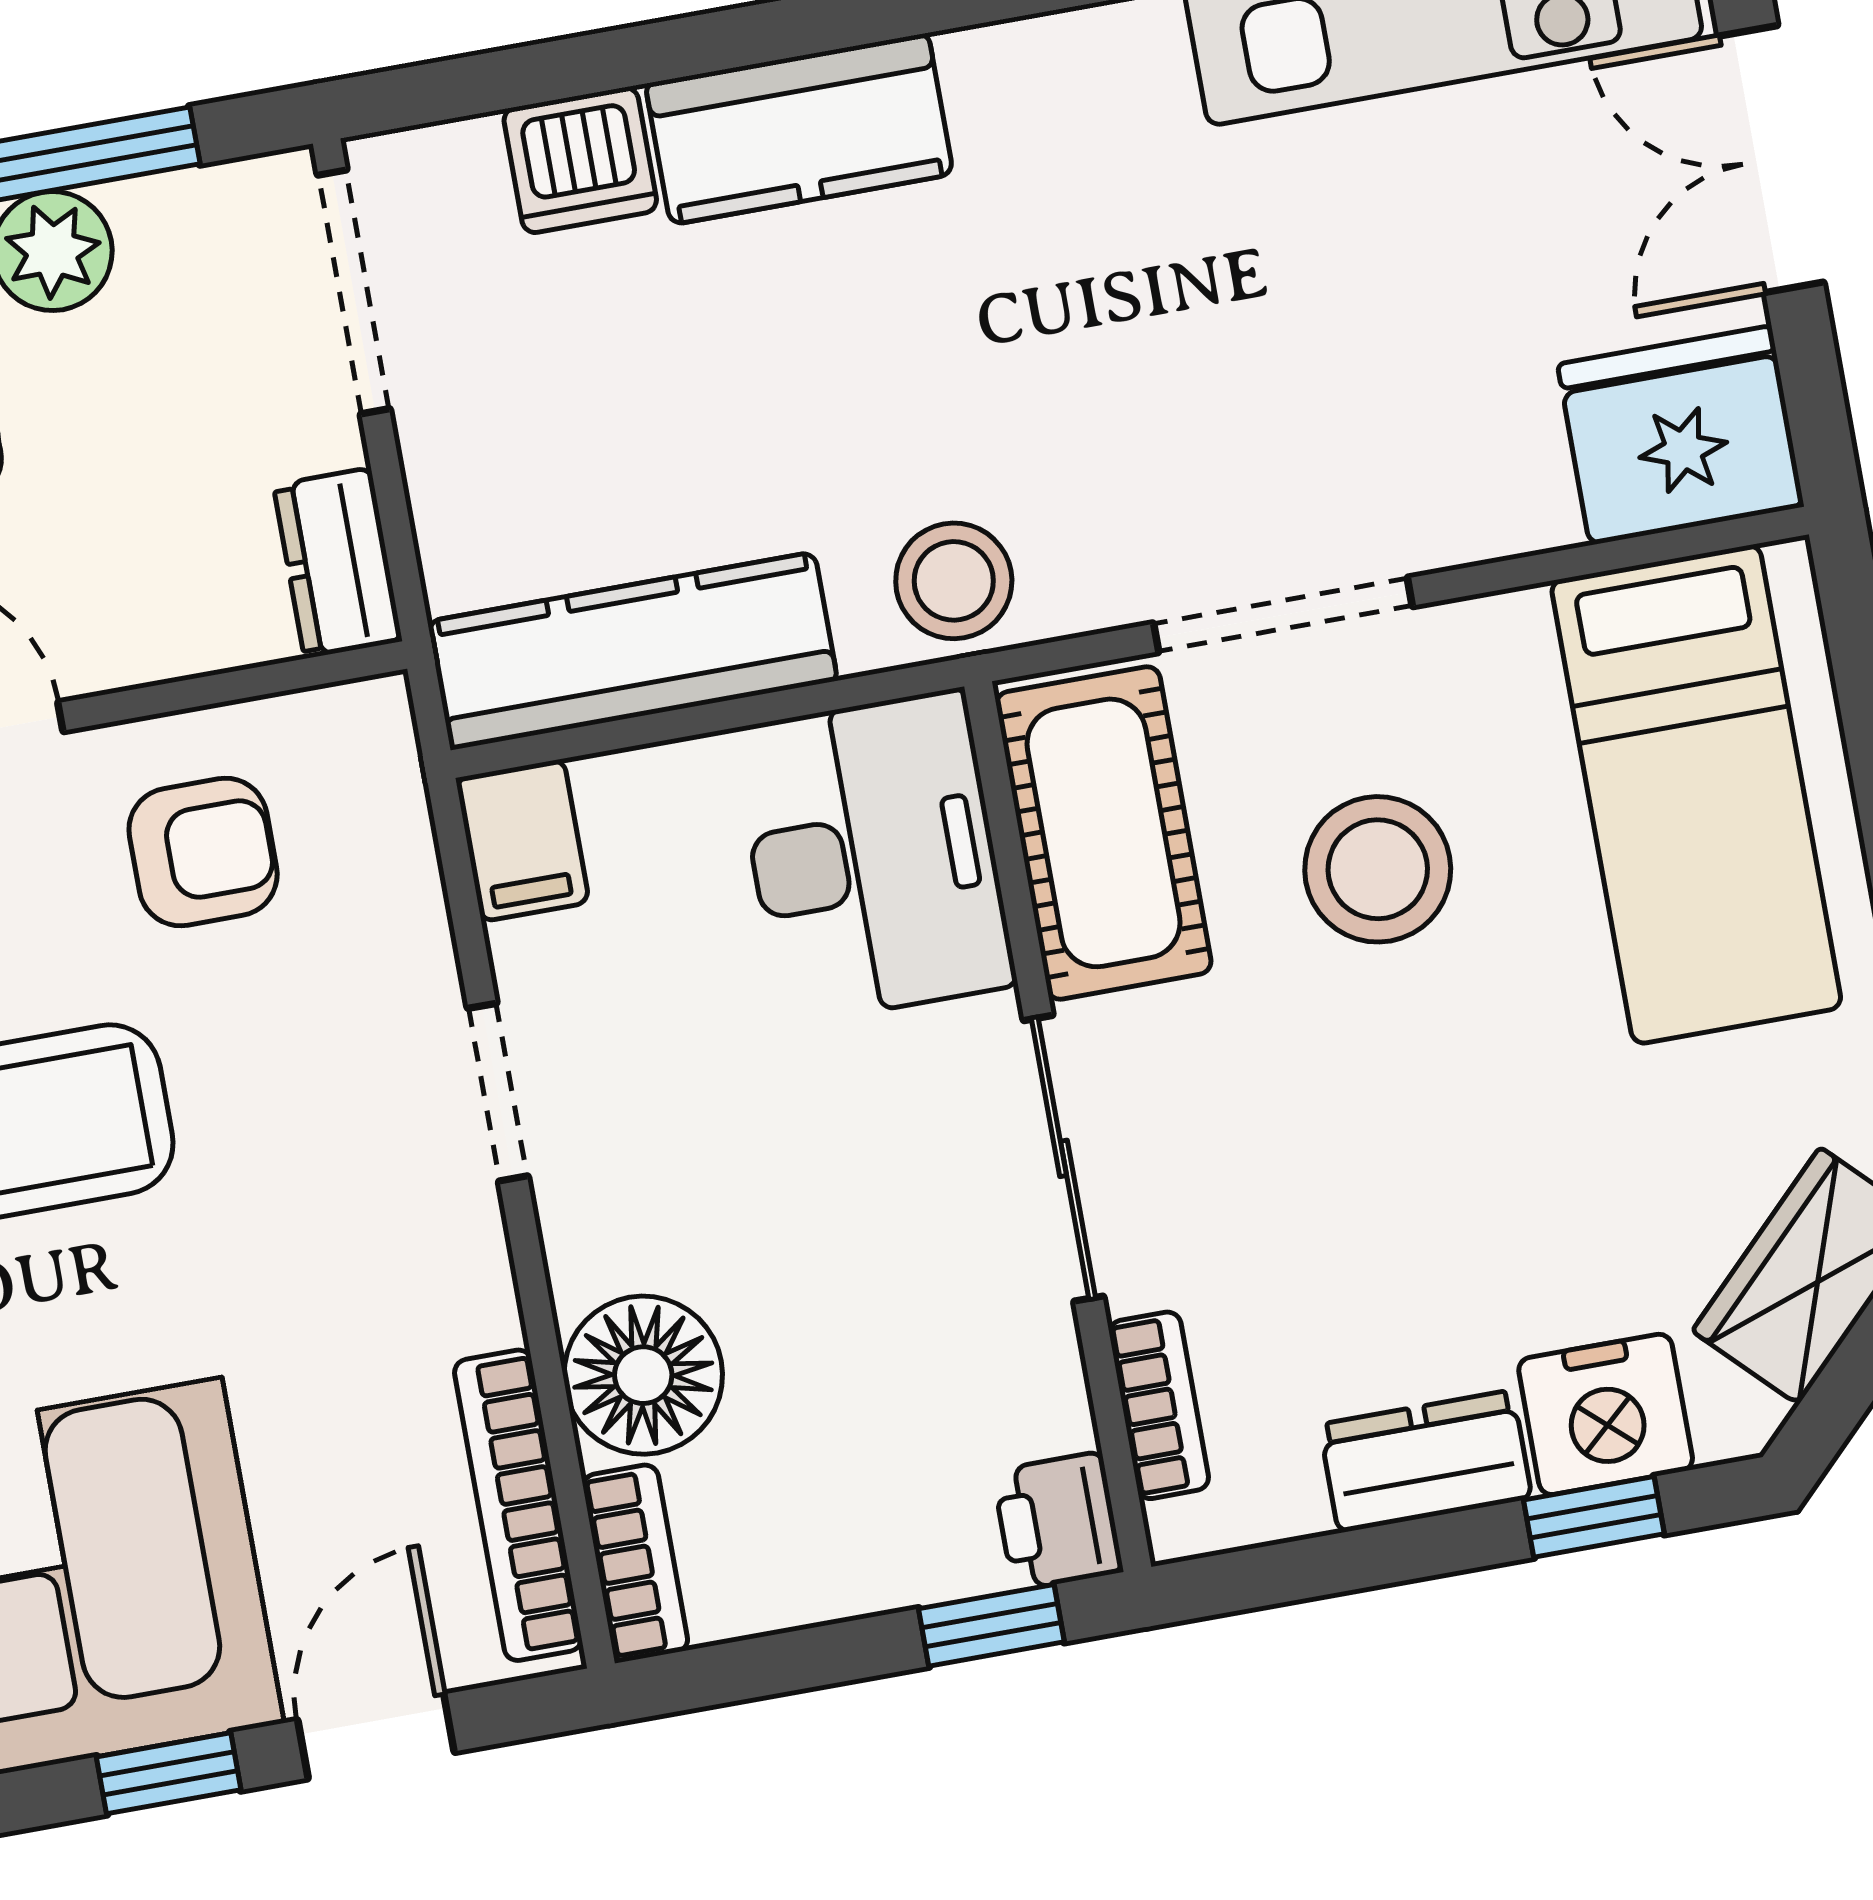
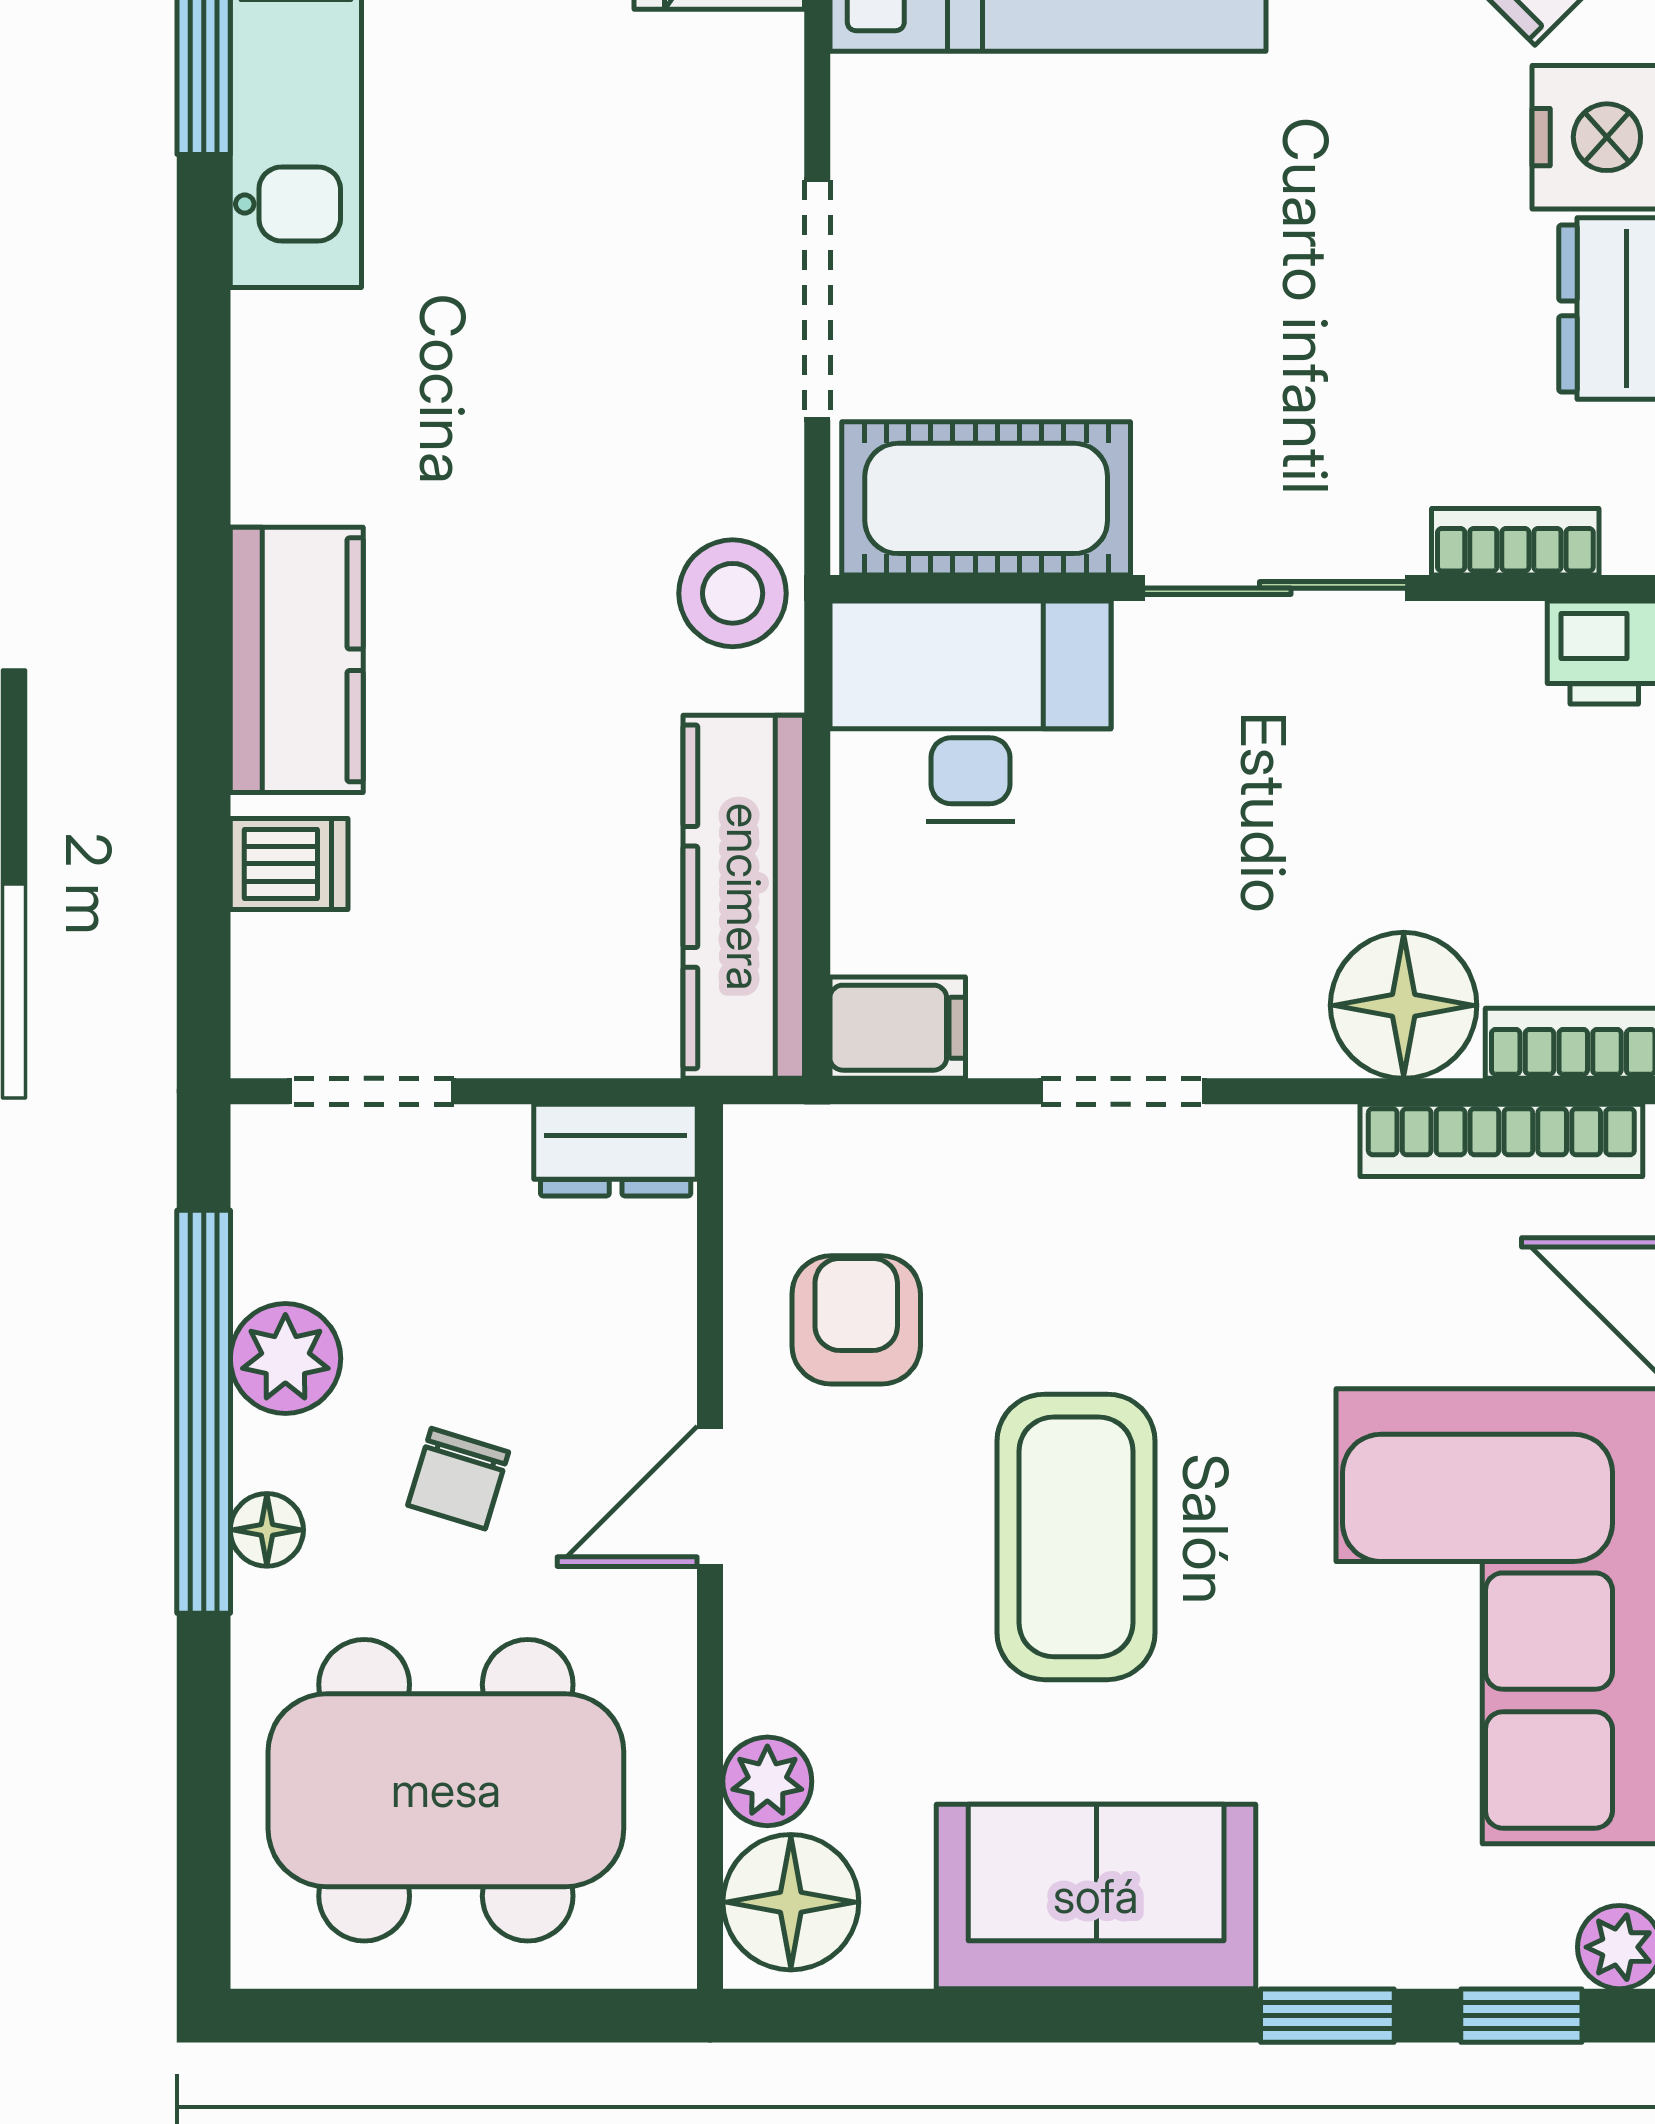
dishwasher: (580, 160) -> (289, 864), width x0.73
doorway: (354, 292) -> (372, 1091), width x0.73
stool: (1378, 869) -> (1064, 255), removed

